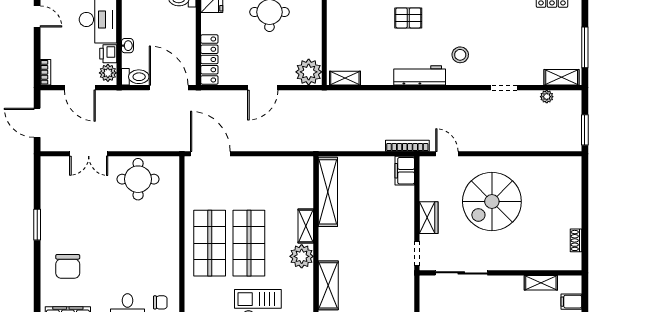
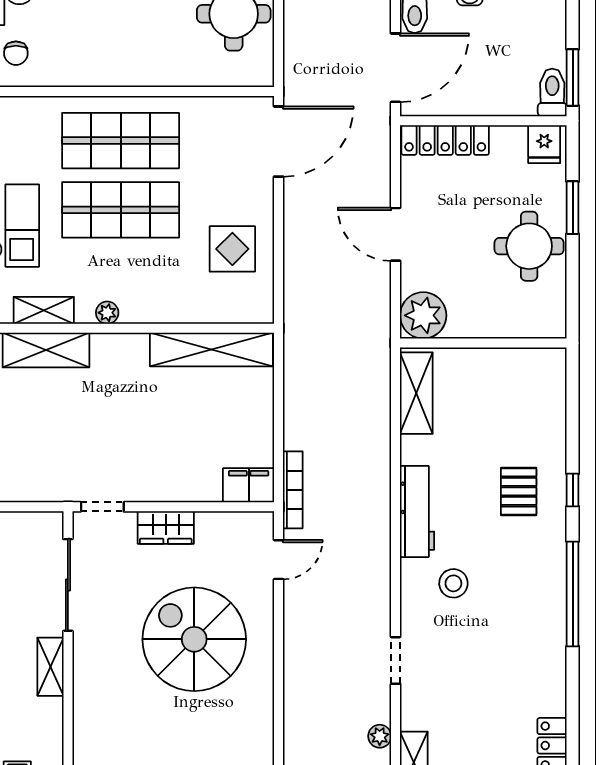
shelving: (345, 78) -> (416, 393), width x1.50, depth x1.33
display table: (271, 180) -> (232, 249), added
shelving: (306, 226) -> (44, 310), moved
plant: (302, 256) -> (107, 313), width x0.53, depth x0.53
shelving: (541, 283) -> (50, 667), moved

